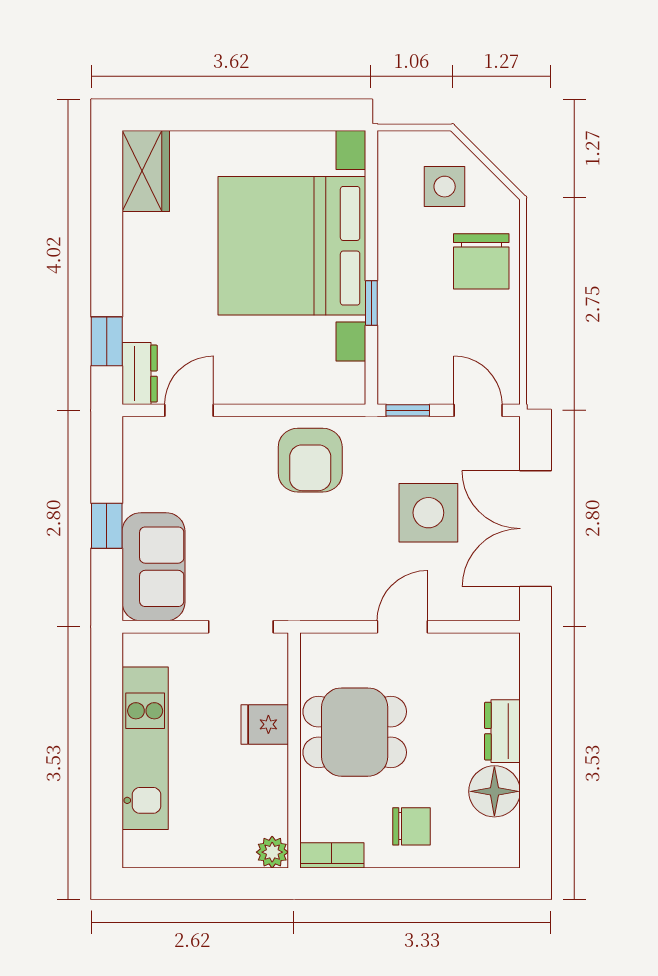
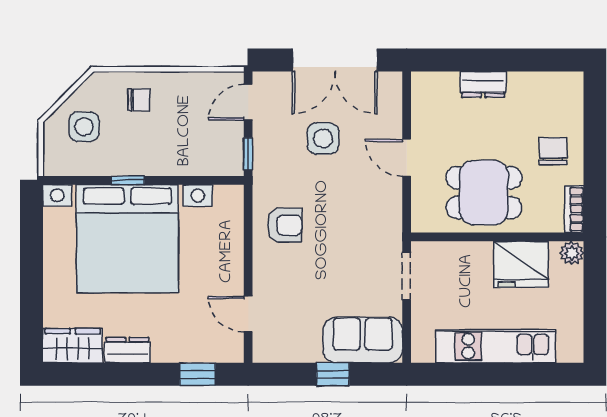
chair: (481, 261) -> (139, 100), width x0.54, depth x0.54
window: (371, 303) -> (128, 180), moved
dresser: (140, 374) -> (127, 350), moved
armchair: (310, 460) -> (285, 225), width x0.72, depth x0.72
side table: (428, 513) -> (323, 139), width x0.73, depth x0.73
fridge: (265, 724) -> (521, 264), moved, width x1.88, depth x1.34
dining table: (355, 732) -> (484, 193), turned 90
floor lamp: (494, 791) -> (527, 90), removed

